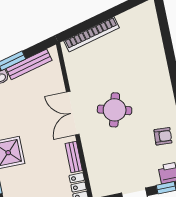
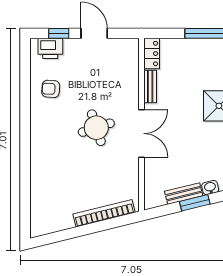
bench: (29, 64) -> (184, 194), width x0.73
round table: (115, 110) -> (96, 128), turned -33

